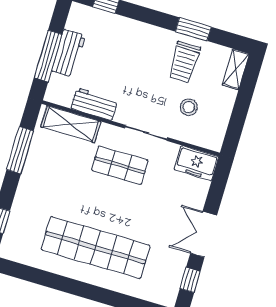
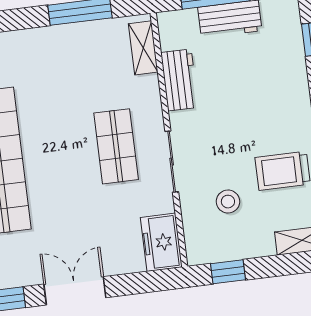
shelving: (71, 124) -> (143, 48), width x0.67, depth x0.75
window: (235, 127) -> (228, 272), added

